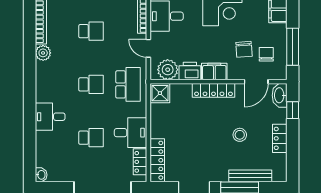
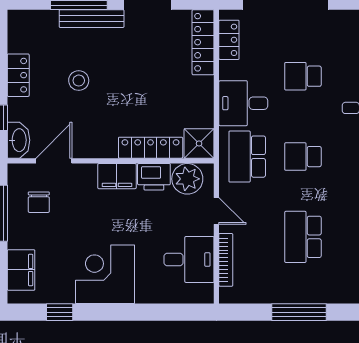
school desk: (91, 31) -> (303, 237), width x1.85
chair: (244, 49) -> (72, 210), removed
locker: (213, 90) -> (151, 148), moved
desk: (131, 133) -> (243, 103), moved
bench: (250, 176) -> (92, 19), moved

